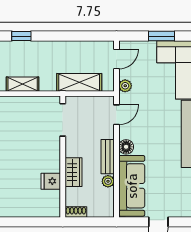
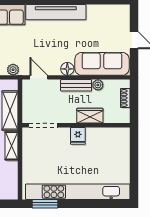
shelving: (23, 84) -> (12, 146), moved
fridge: (51, 181) -> (78, 136), moved
shoe rack: (76, 212) -> (125, 98), moved

